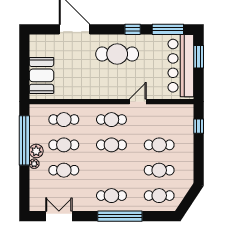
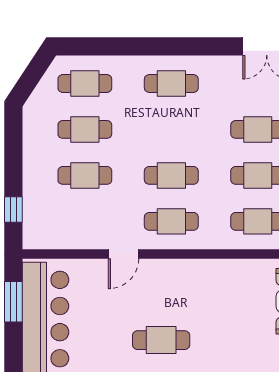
cafe table: (117, 54) -> (161, 340), width x0.73, depth x0.74
window: (199, 57) -> (13, 302), moved
window: (120, 216) -> (156, 46), removed

